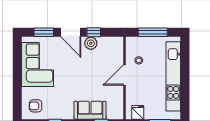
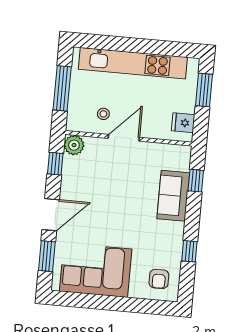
window: (94, 32) -> (55, 164), moved
plant: (91, 43) -> (74, 145), moved
door: (125, 75) -> (124, 138), swing flipped

